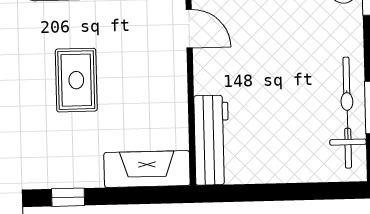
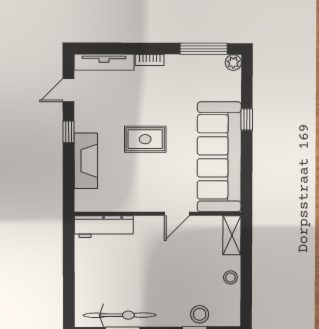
fireplace: (147, 169) -> (86, 161), moved

